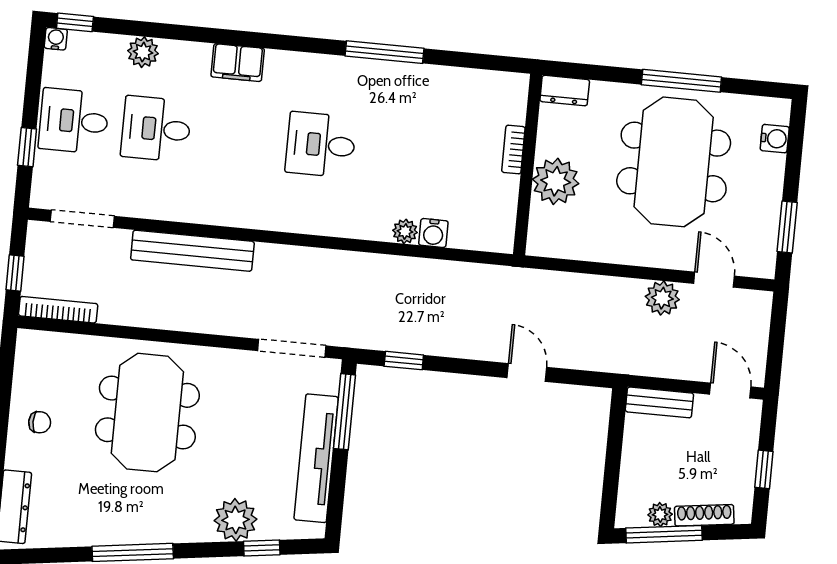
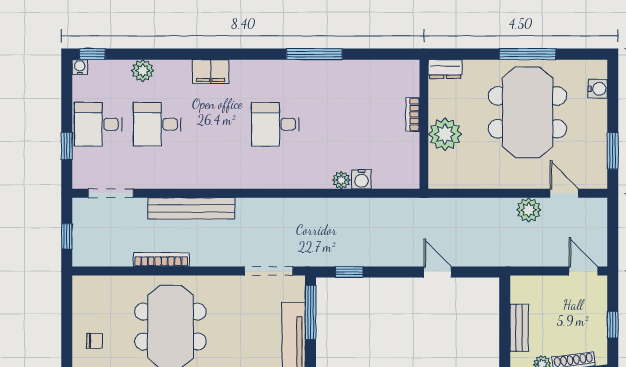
bookcase: (58, 310) -> (161, 260), moved
bench: (659, 402) -> (519, 328), moved, turned 90

